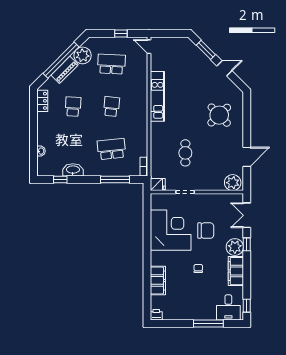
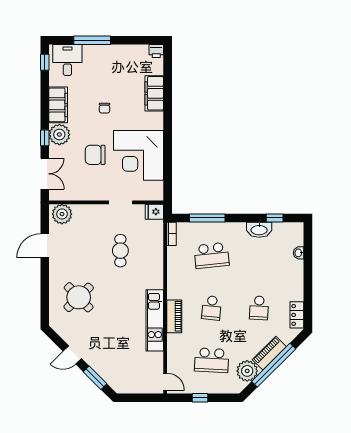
piano: (142, 100) -> (174, 316), added

